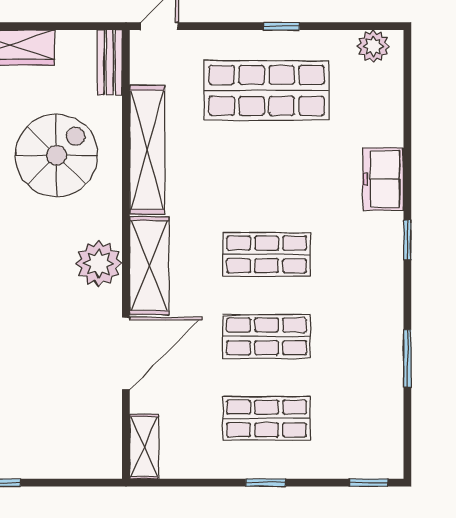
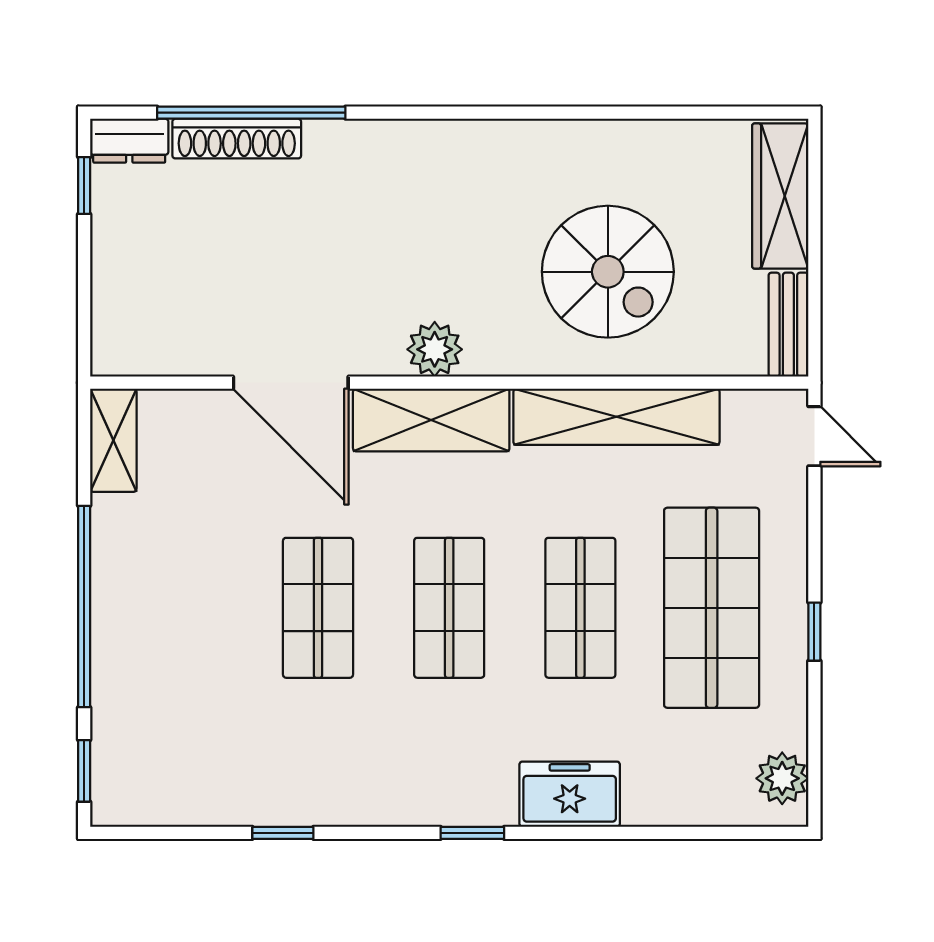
bench: (110, 62) -> (788, 325), moved, turned 90
plant: (99, 263) -> (435, 349), width x0.73, depth x0.73
window: (407, 358) -> (283, 833), width x0.67
shop shelf: (267, 418) -> (580, 608), moved
shelving: (144, 447) -> (113, 440), moved, turned 90
window: (266, 483) -> (84, 606), width x3.17

